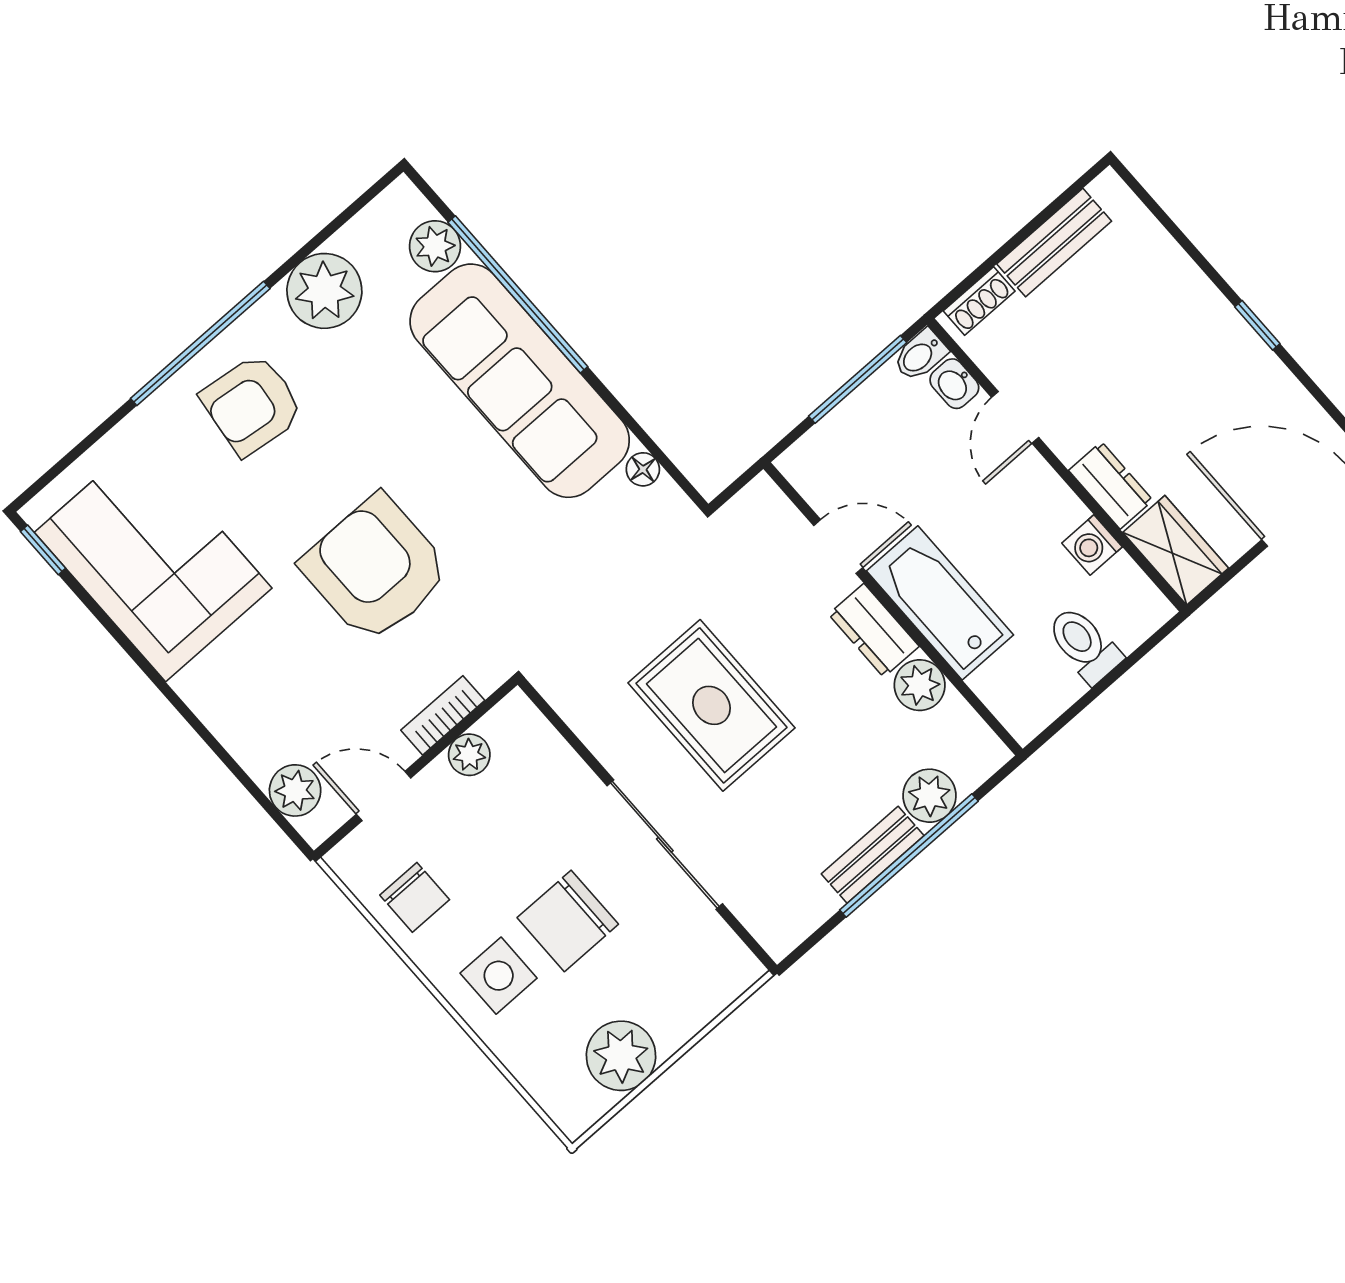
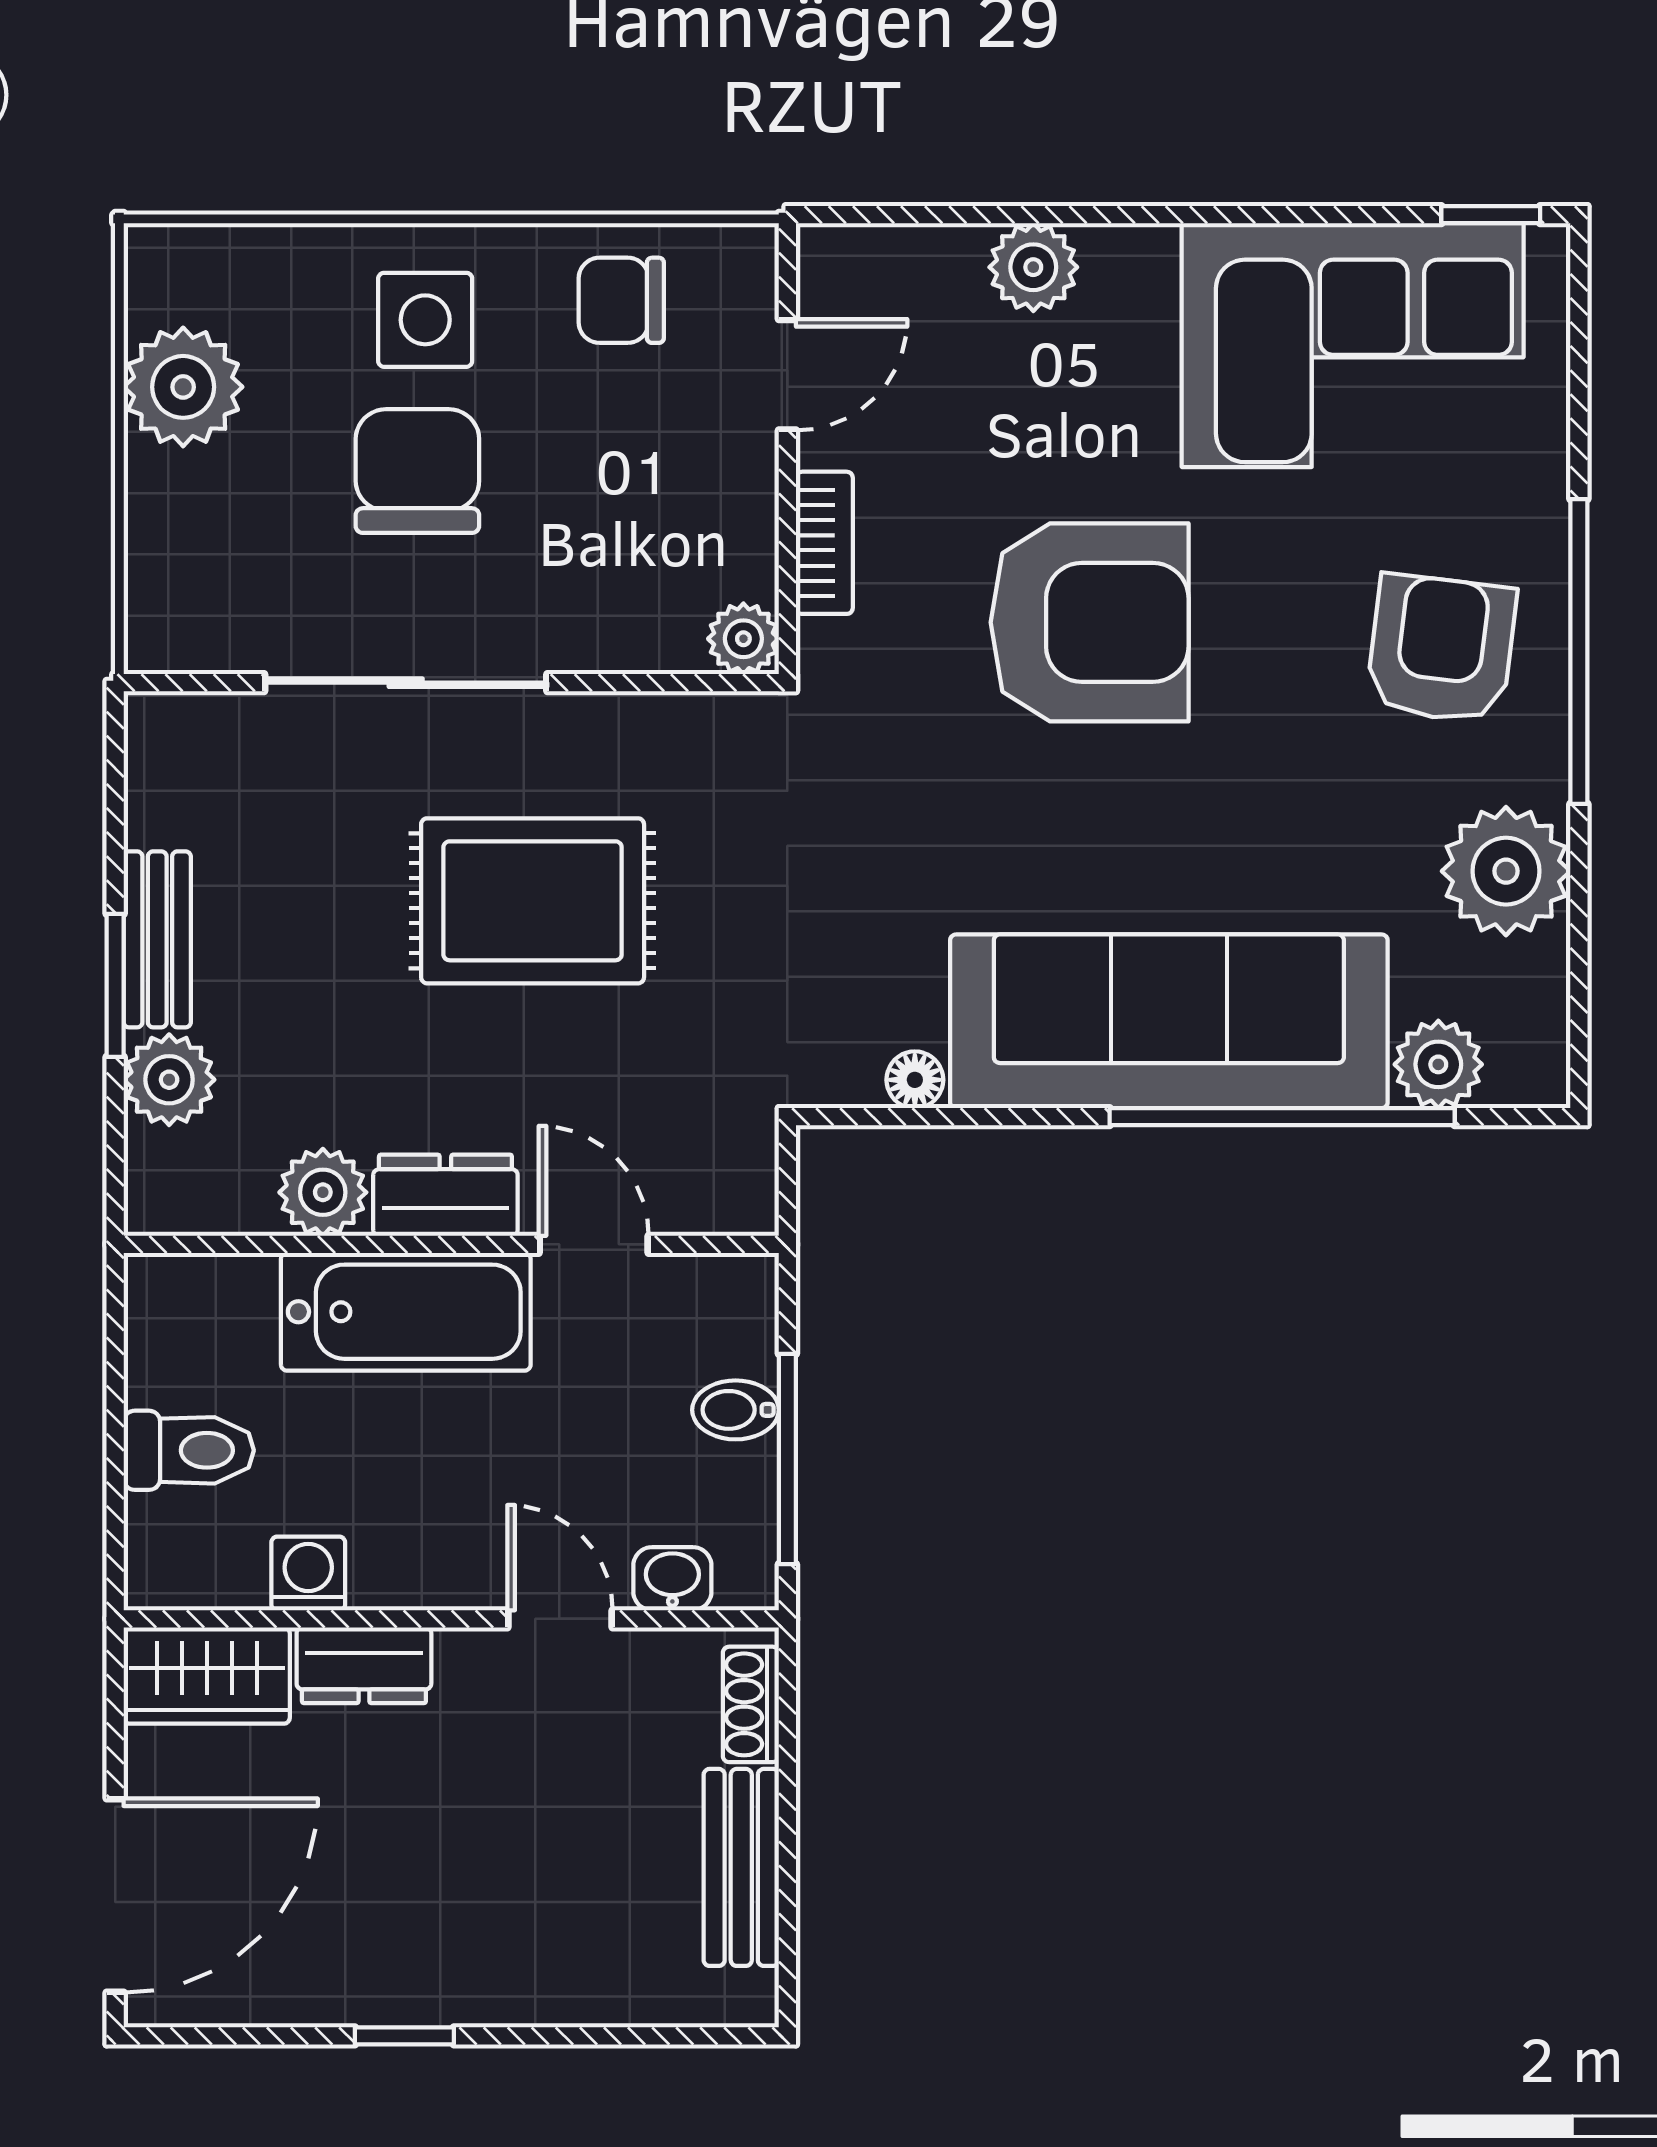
bidet: (920, 355) -> (736, 1410), moved, turned -90
door: (838, 547) -> (594, 1244), swing flipped
plant: (469, 755) -> (743, 639), moved
plant: (295, 790) -> (1033, 267), moved
window: (909, 856) -> (115, 985), width x0.47

